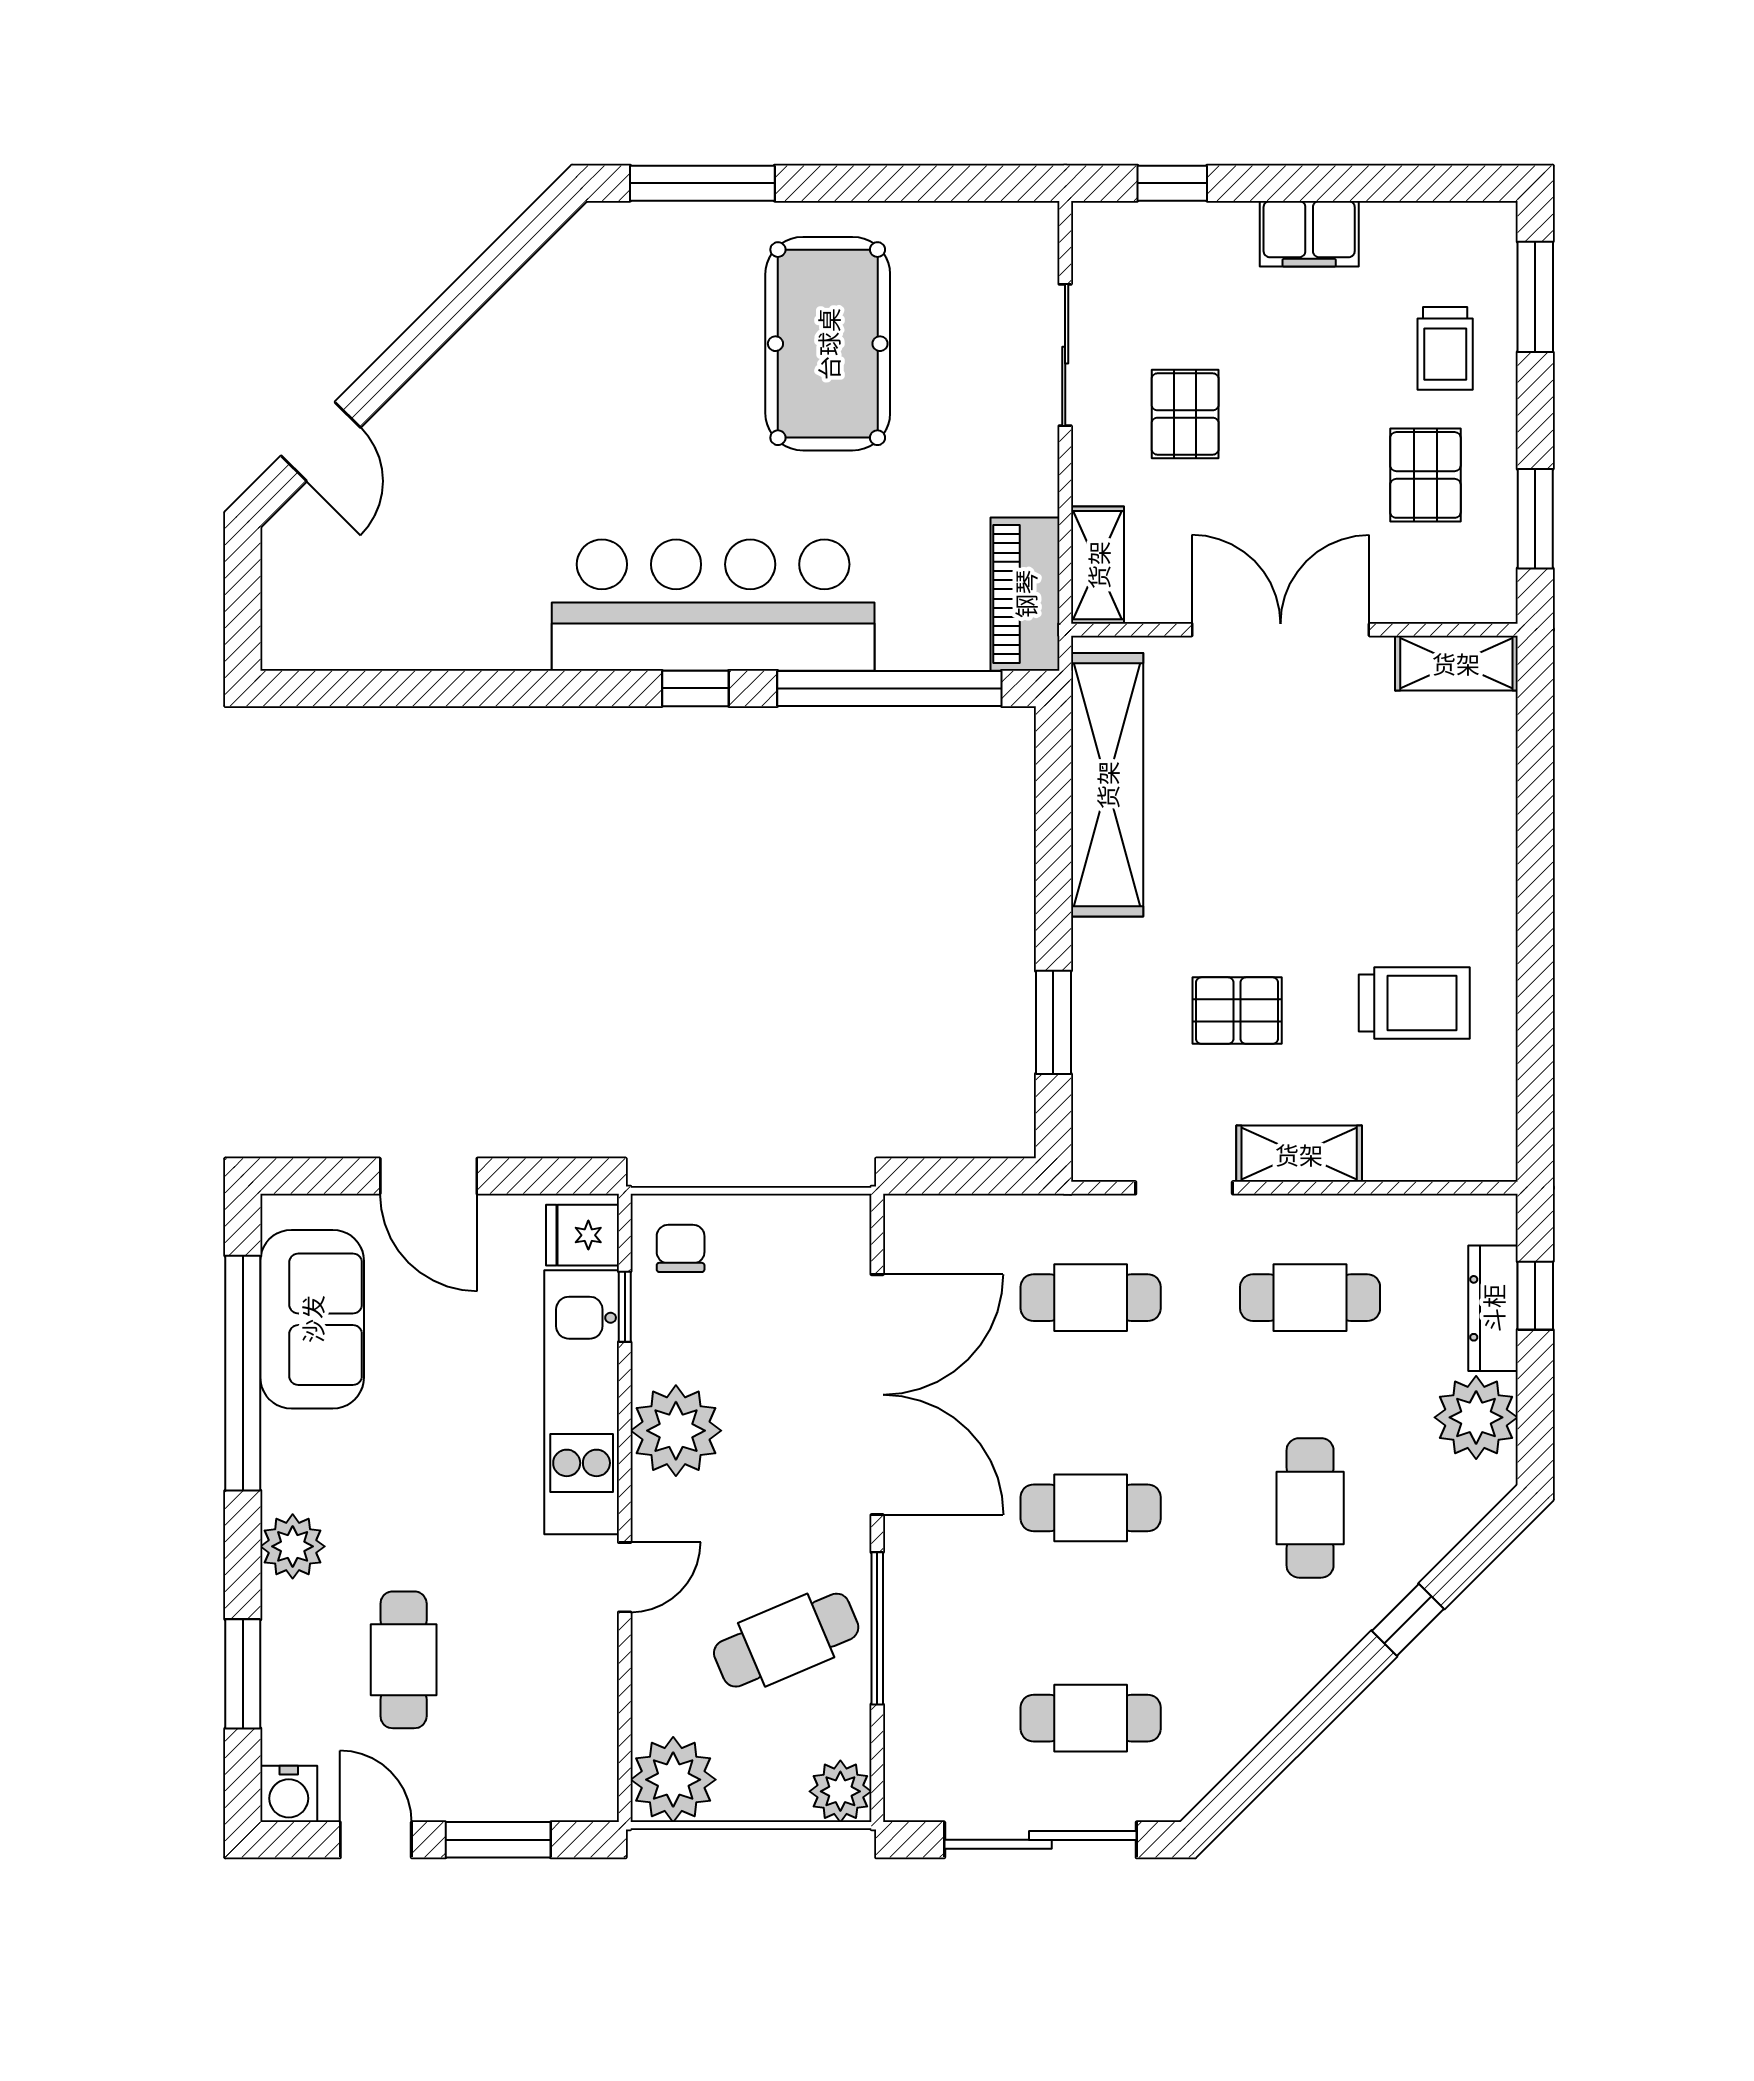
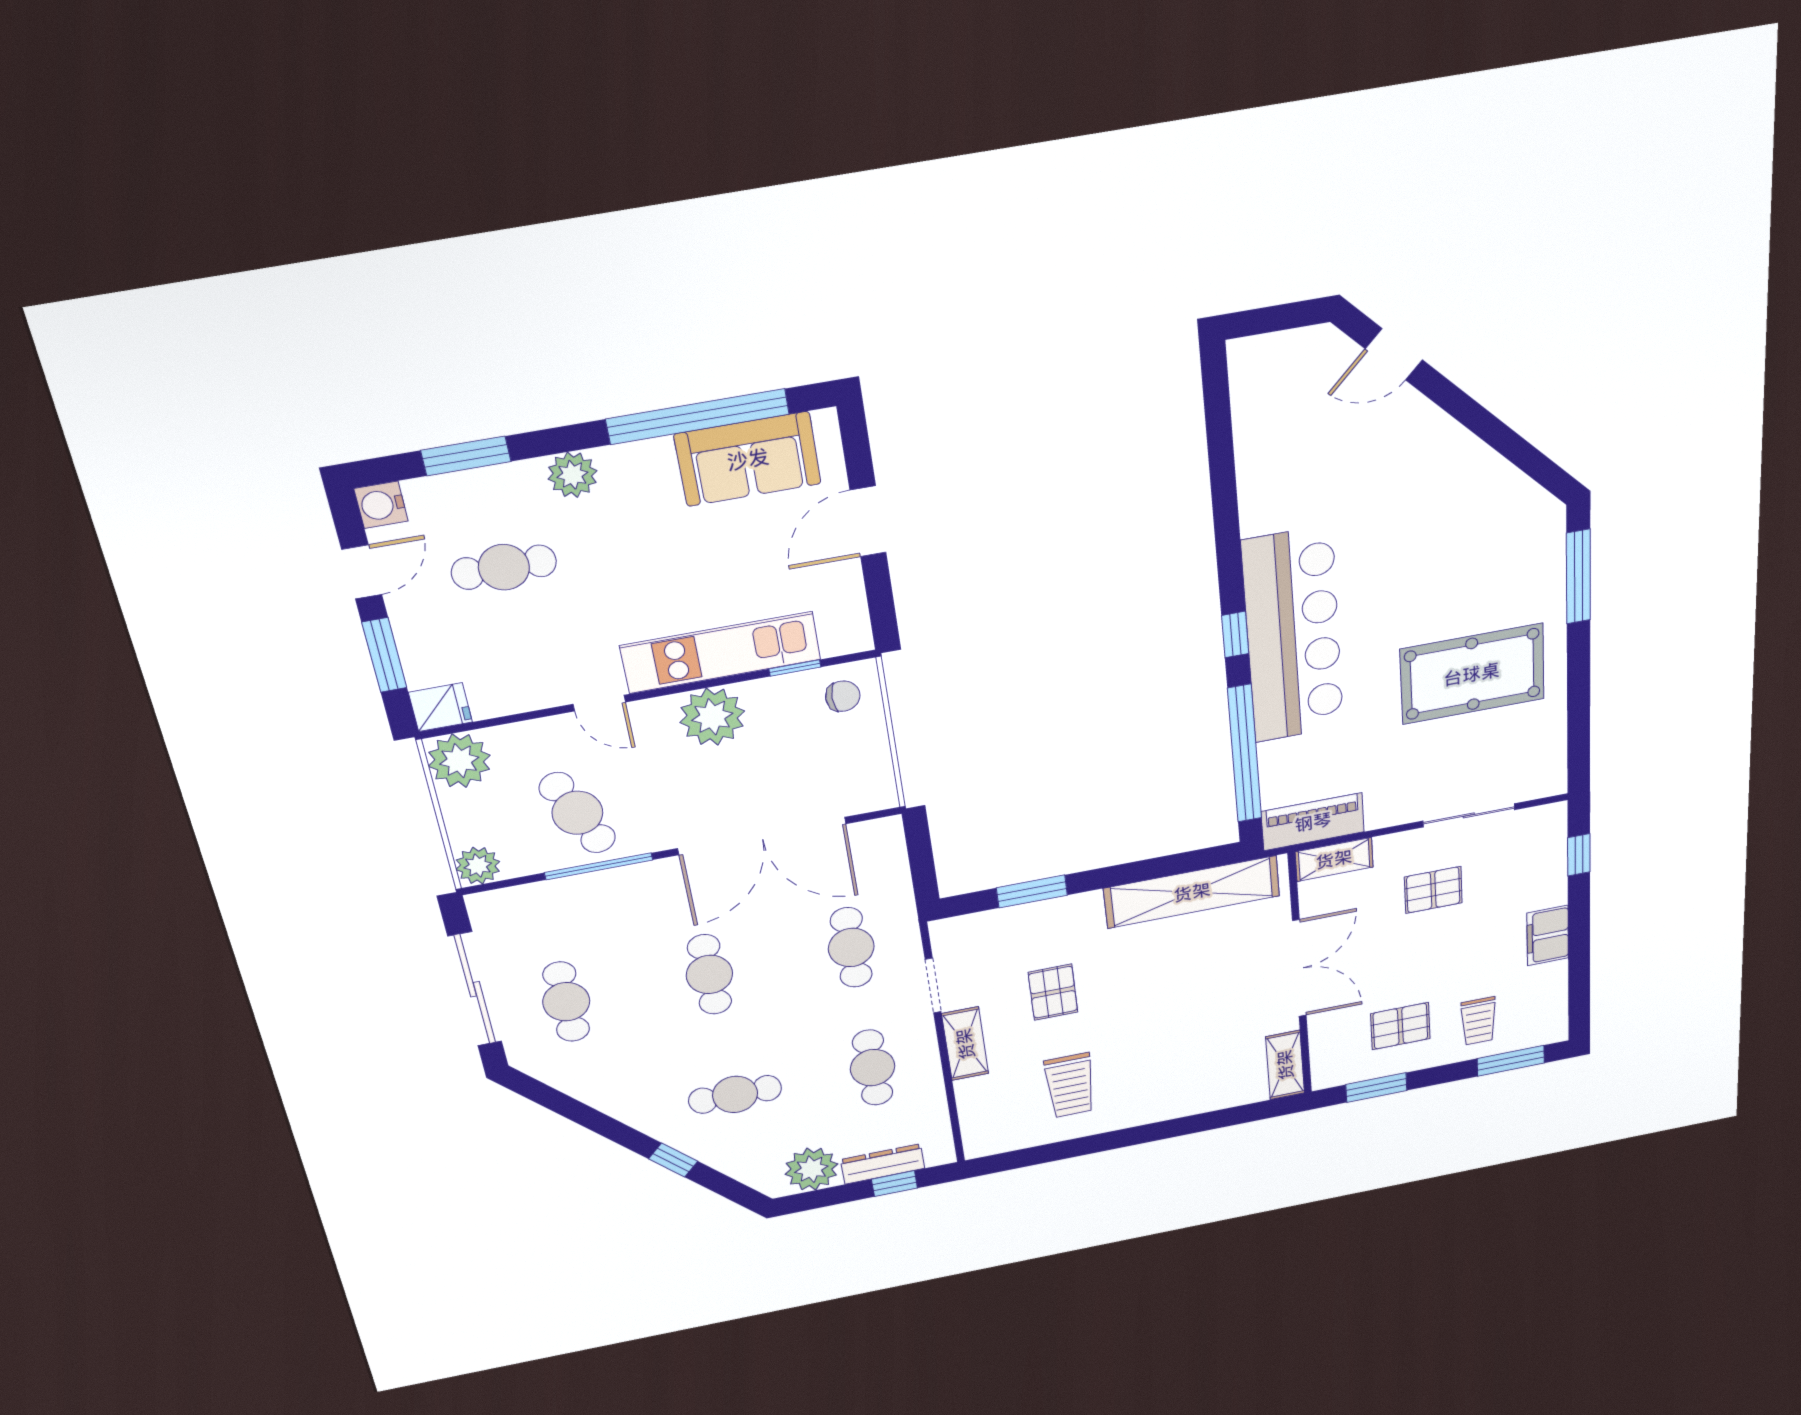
trolley: (1445, 348) -> (1479, 1021), turned -90
fridge: (582, 1235) -> (440, 707), moved, turned 90

